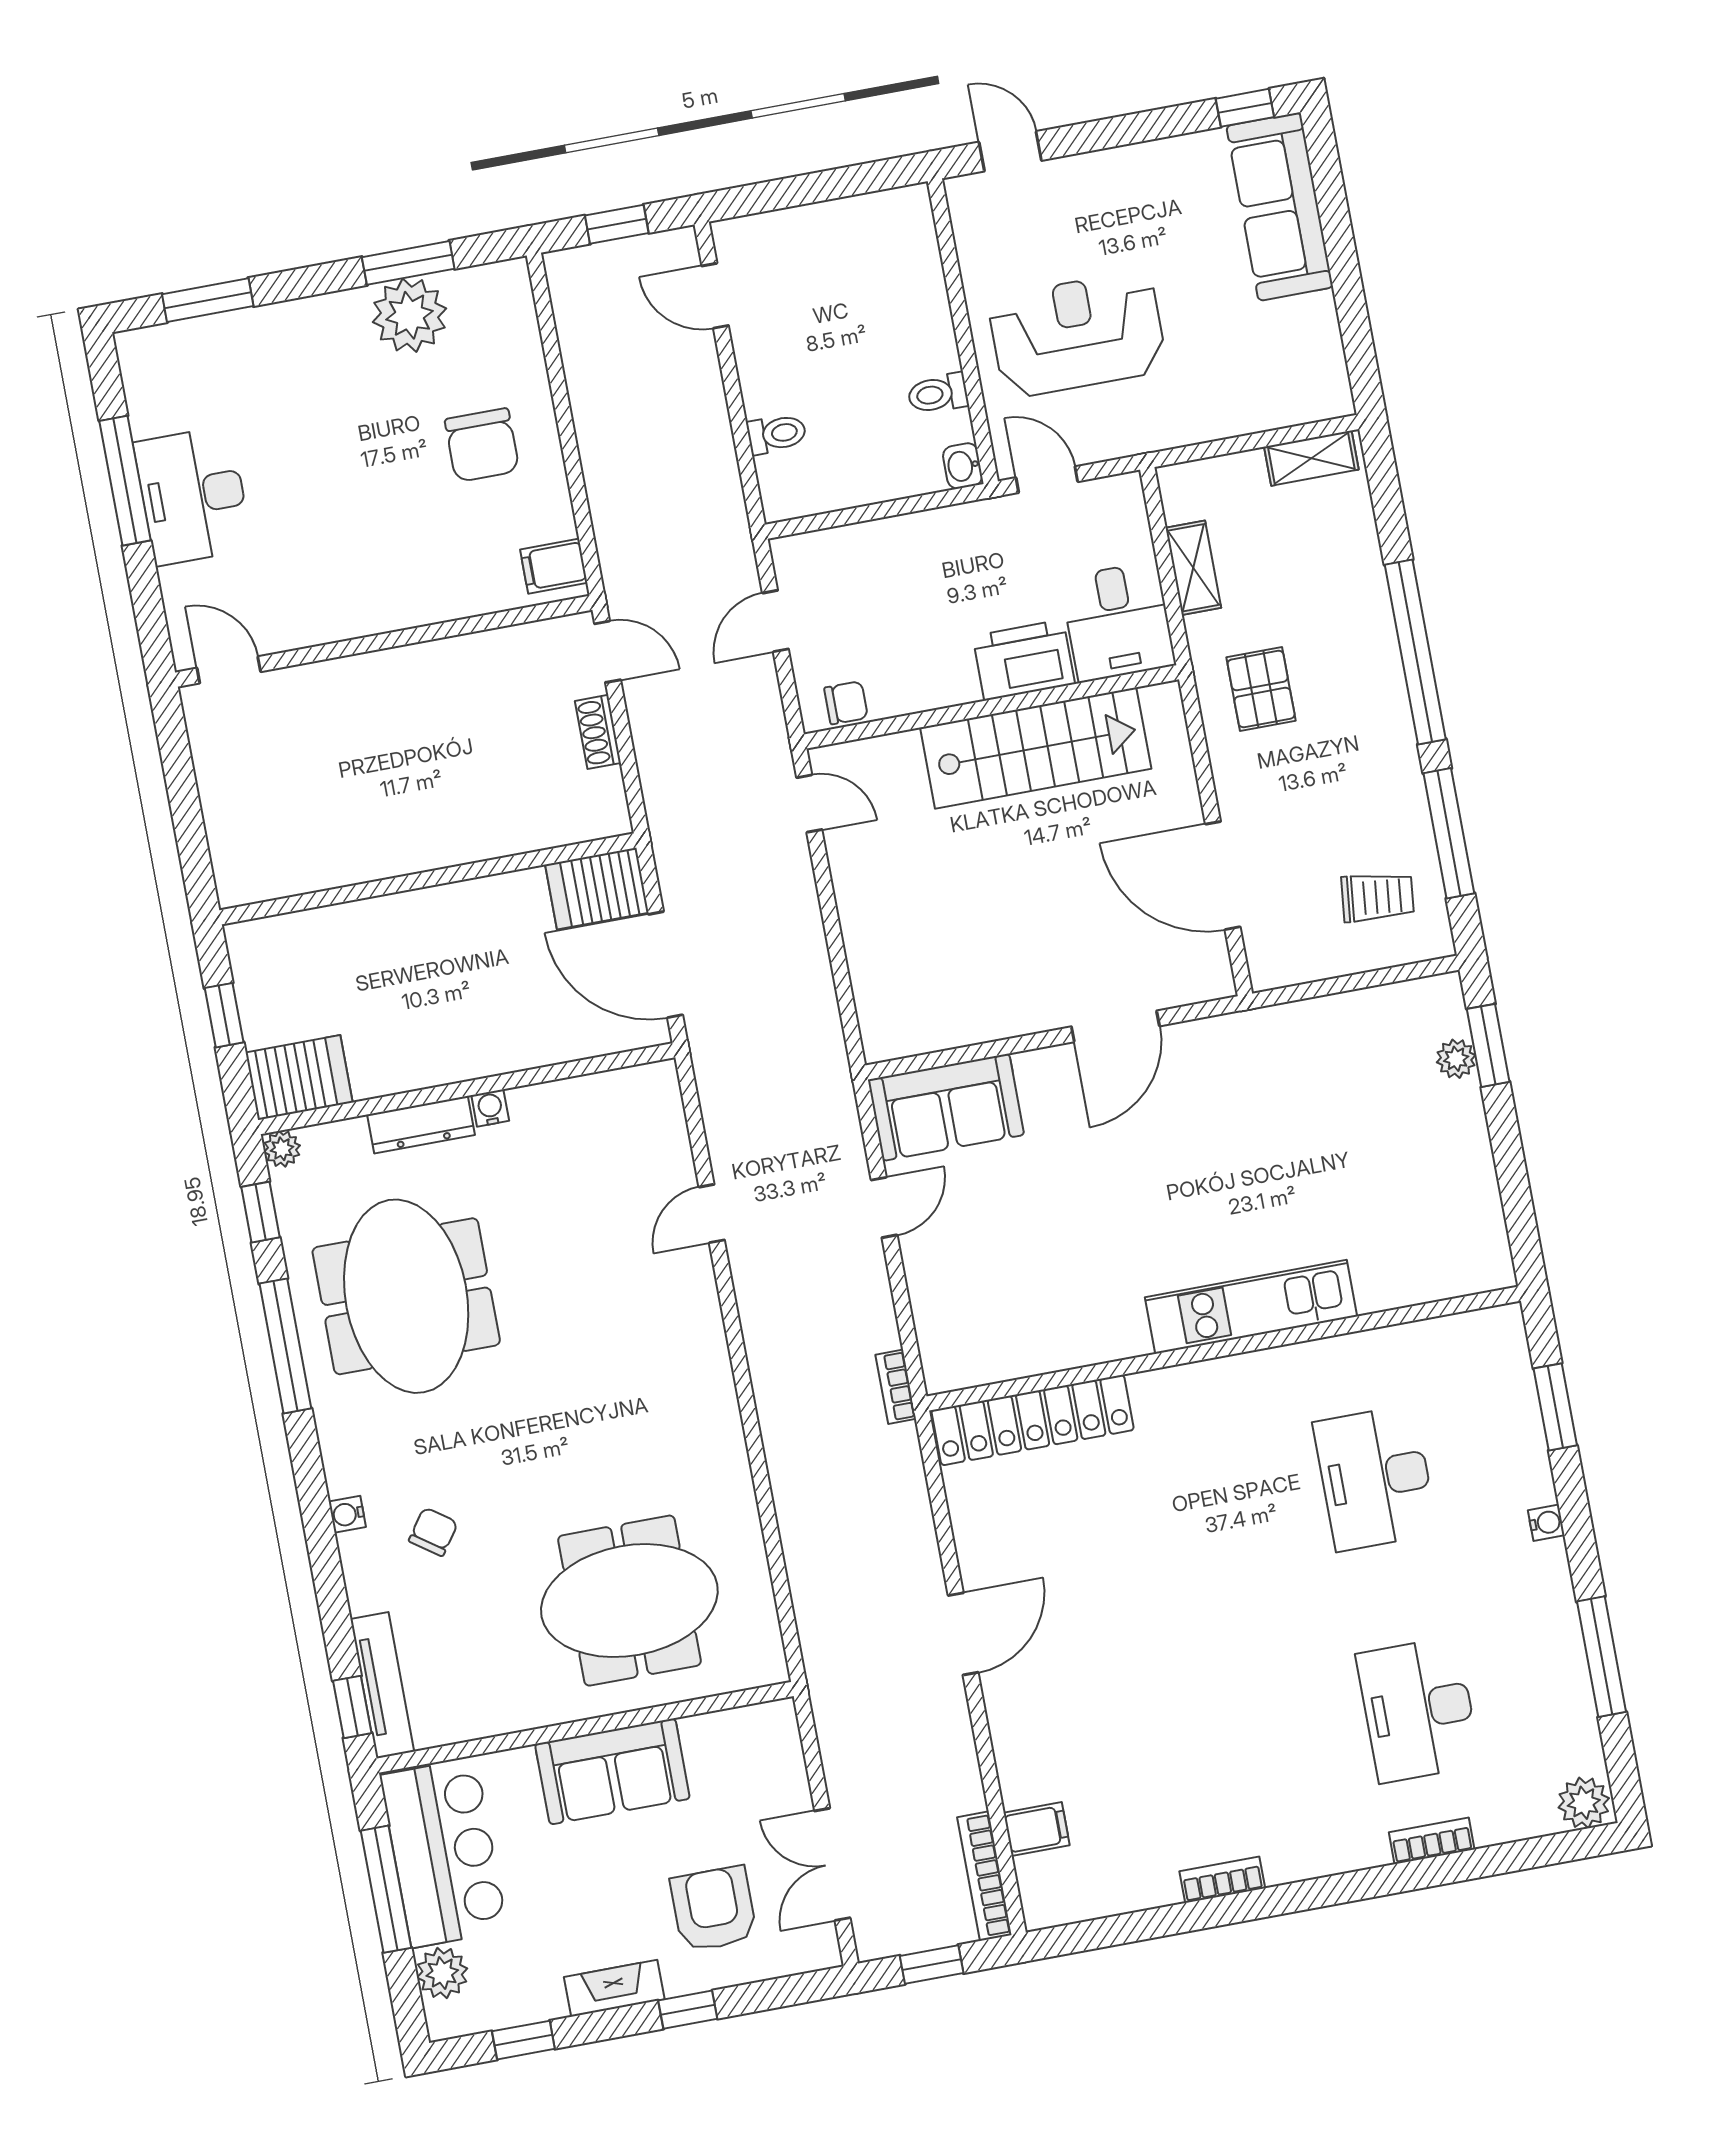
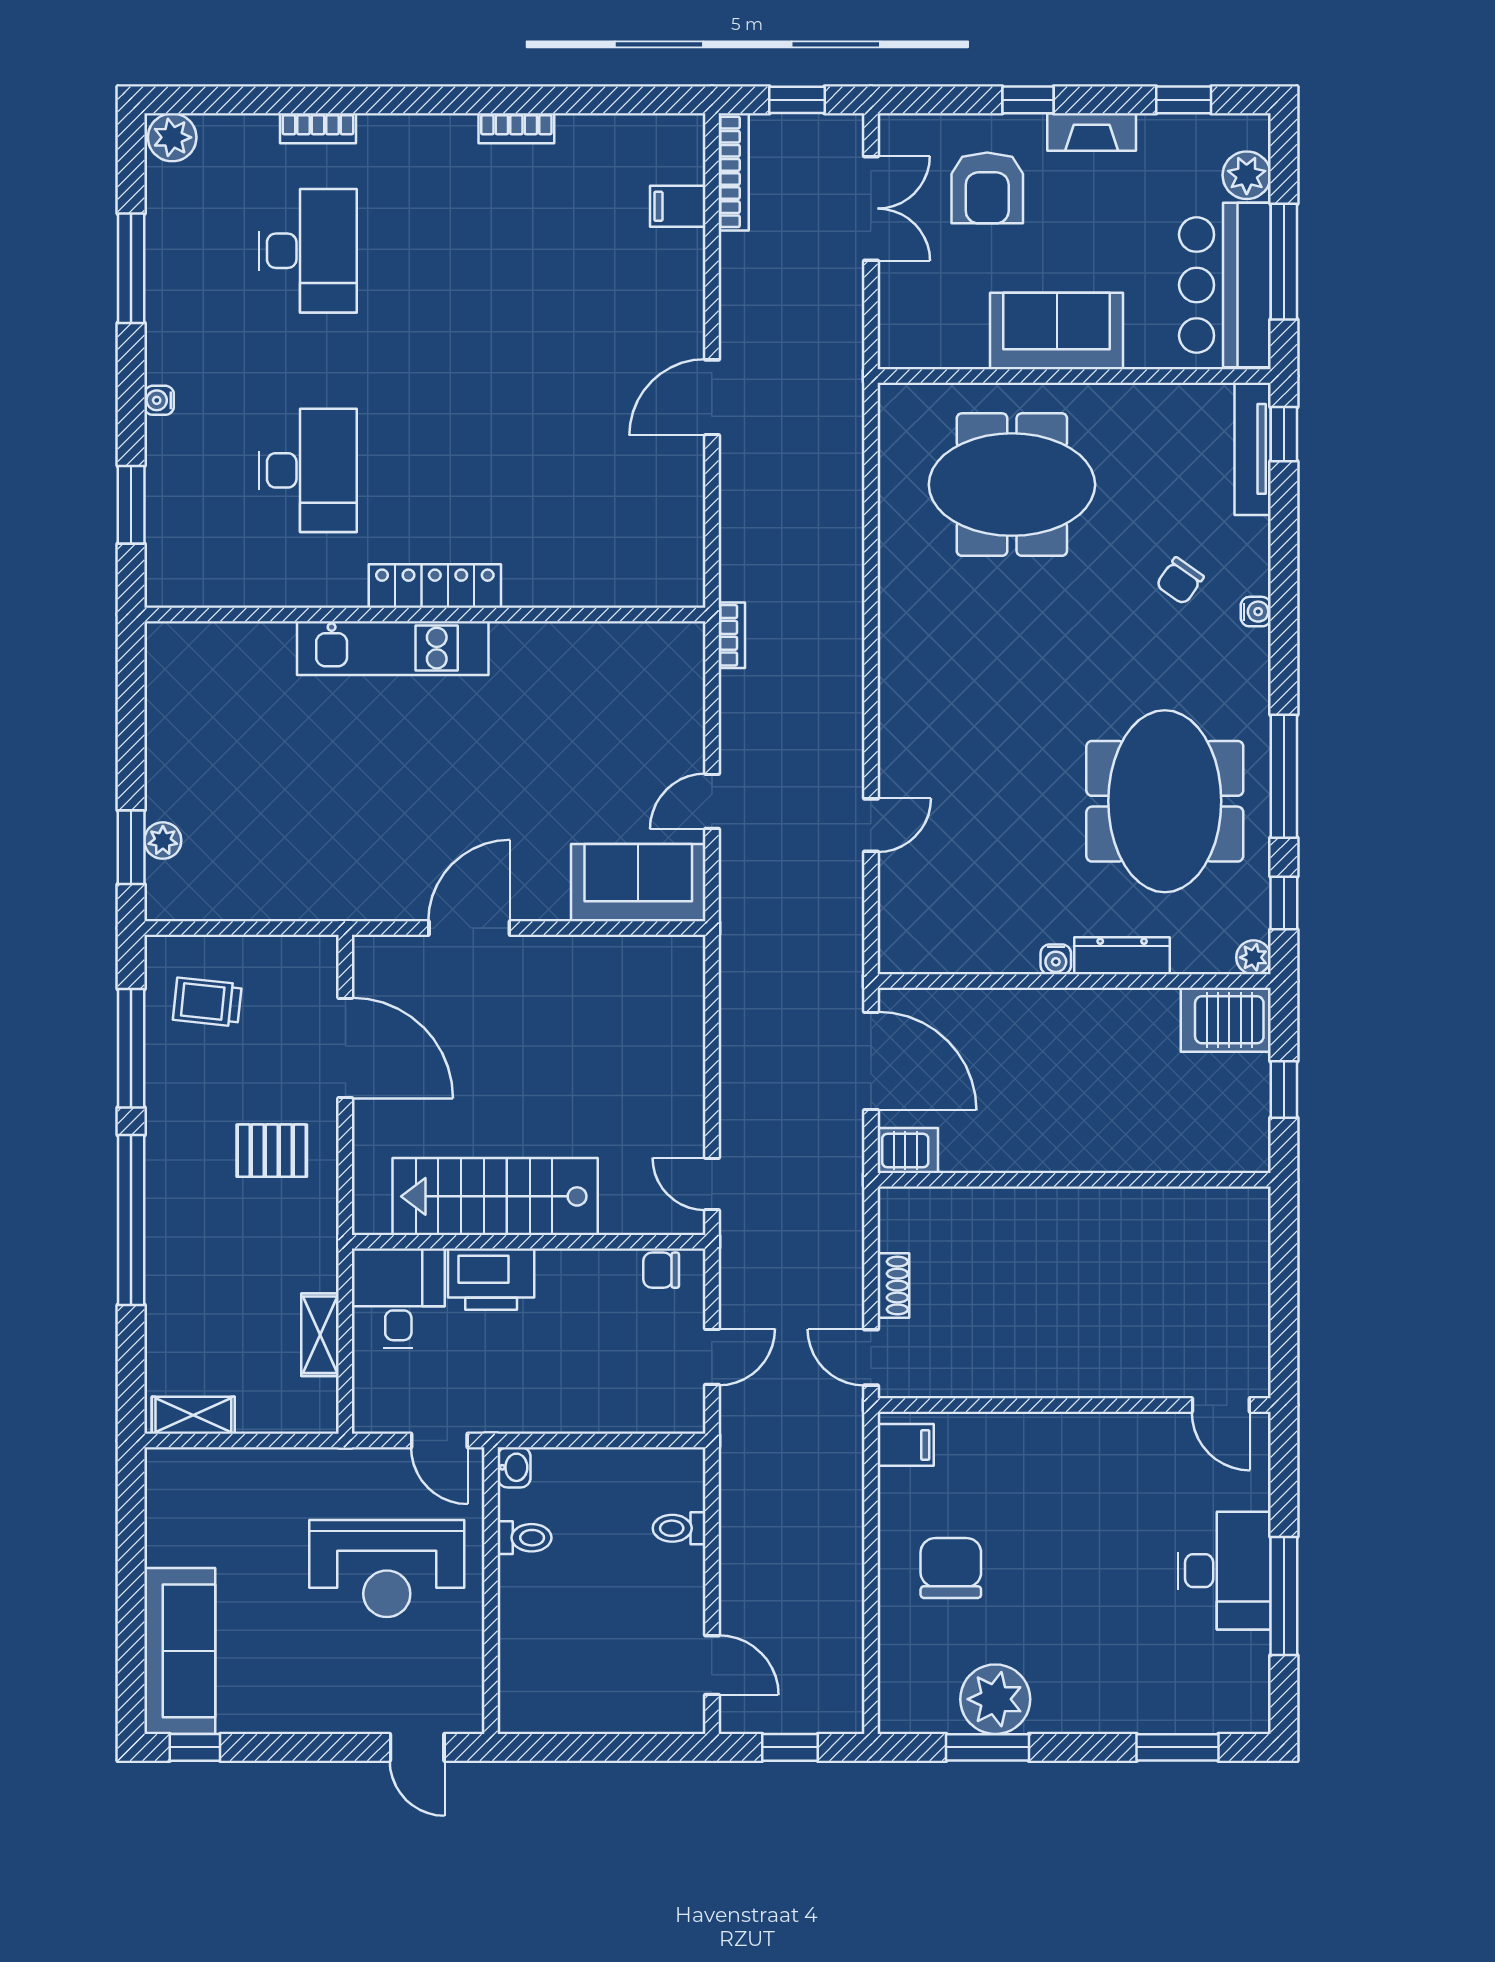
pallet: (1261, 689) -> (272, 1151), moved, turned 90
server rack: (597, 889) -> (908, 1151), width x0.73, depth x0.70
locker: (1033, 1420) -> (435, 586), moved, width x0.71, depth x0.83

